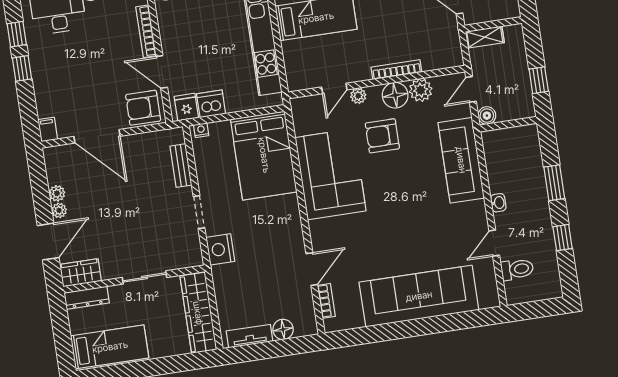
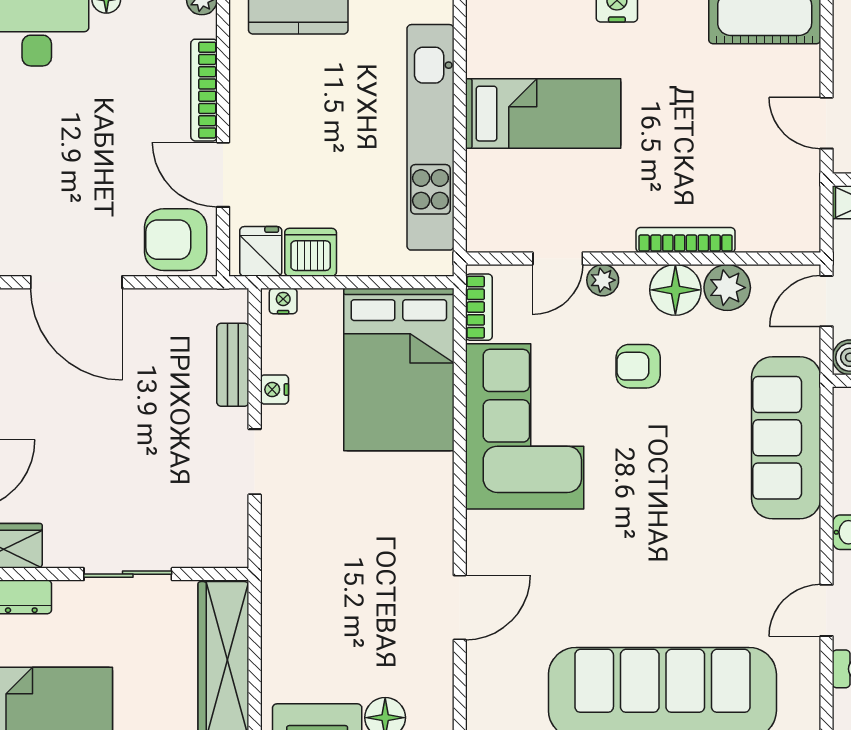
armchair: (382, 136) -> (638, 366), width x0.72, depth x0.72
nightstand: (220, 249) -> (274, 389), moved, width x0.53, depth x0.56
bookcase: (326, 301) -> (479, 307), moved

